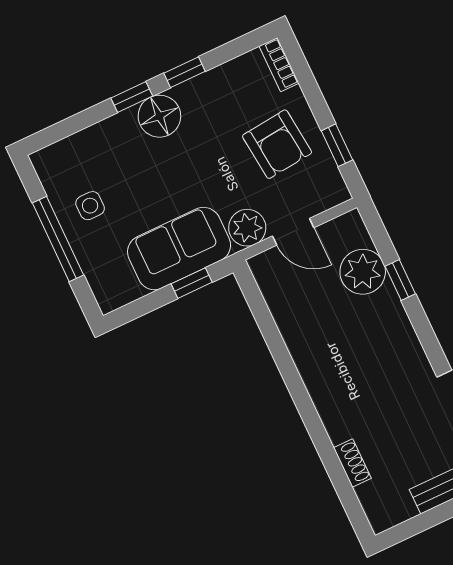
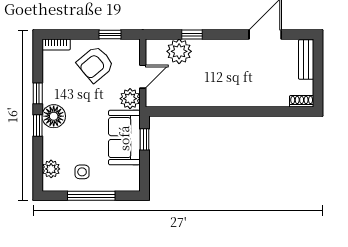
armchair: (277, 144) -> (95, 64), turned 146
plant: (71, 152) -> (51, 169), added
shoe rack: (352, 463) -> (302, 101), moved

